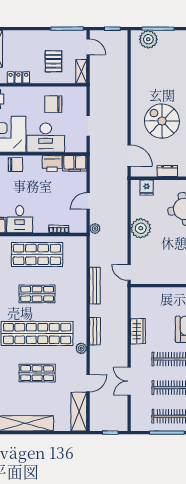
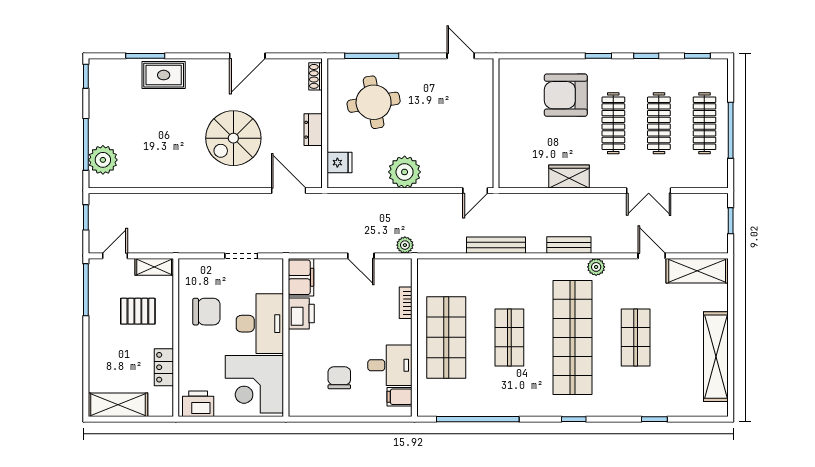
chair: (53, 104) -> (206, 312), turned -90
door: (129, 156) -> (289, 191), hinge flipped
chair: (15, 165) -> (339, 378), moved

